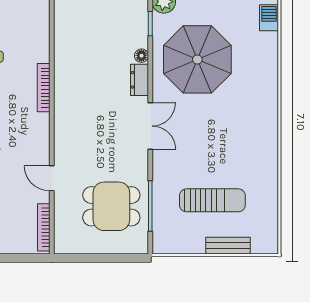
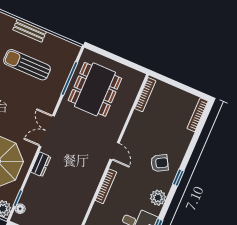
floor lamp: (141, 56) -> (20, 209), moved
door: (52, 178) -> (115, 151), moved
dining table: (111, 206) -> (95, 89), width x1.38

